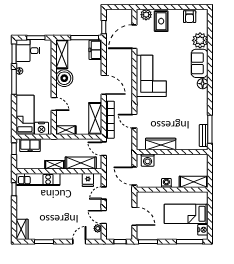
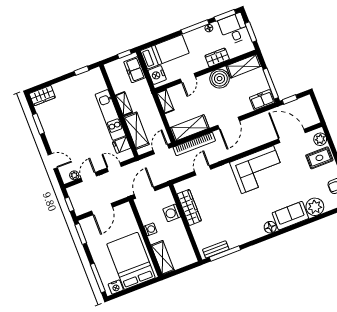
wardrobe: (46, 74) -> (217, 58), added
washing machine: (148, 160) -> (172, 213), moved
kitchen unit: (38, 179) -> (110, 115), moved
bed: (186, 214) -> (131, 261), width x1.50

